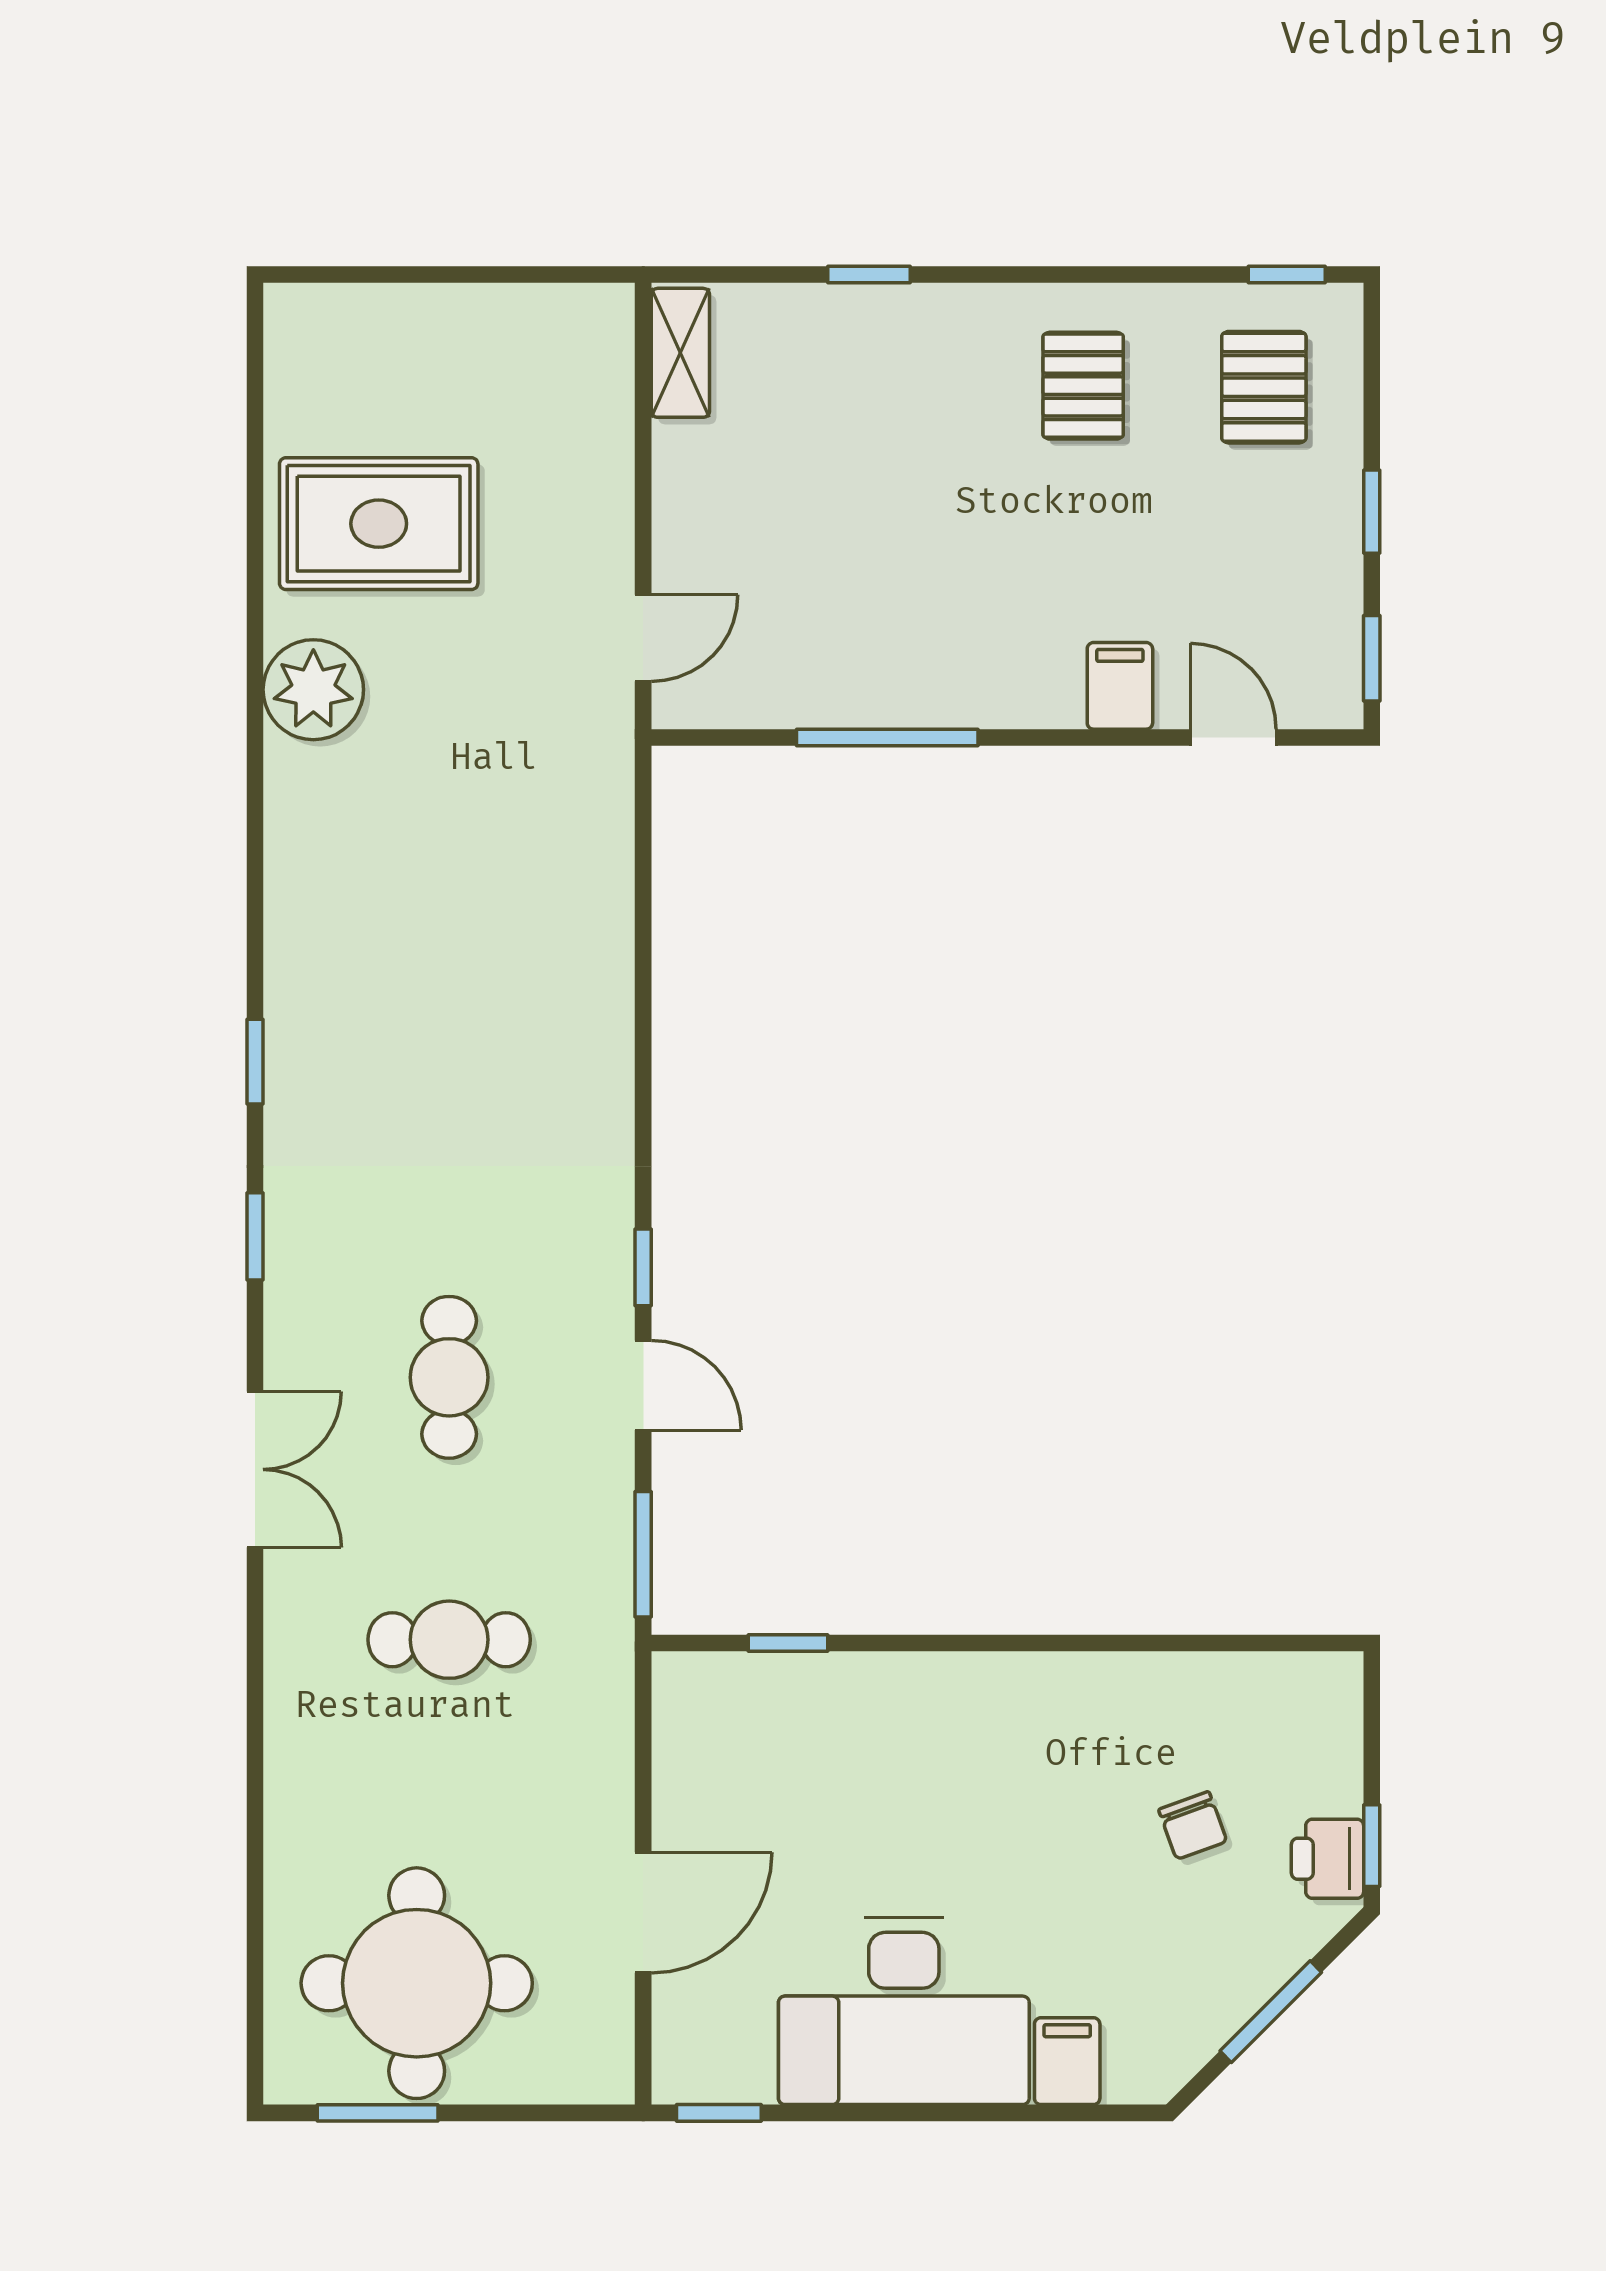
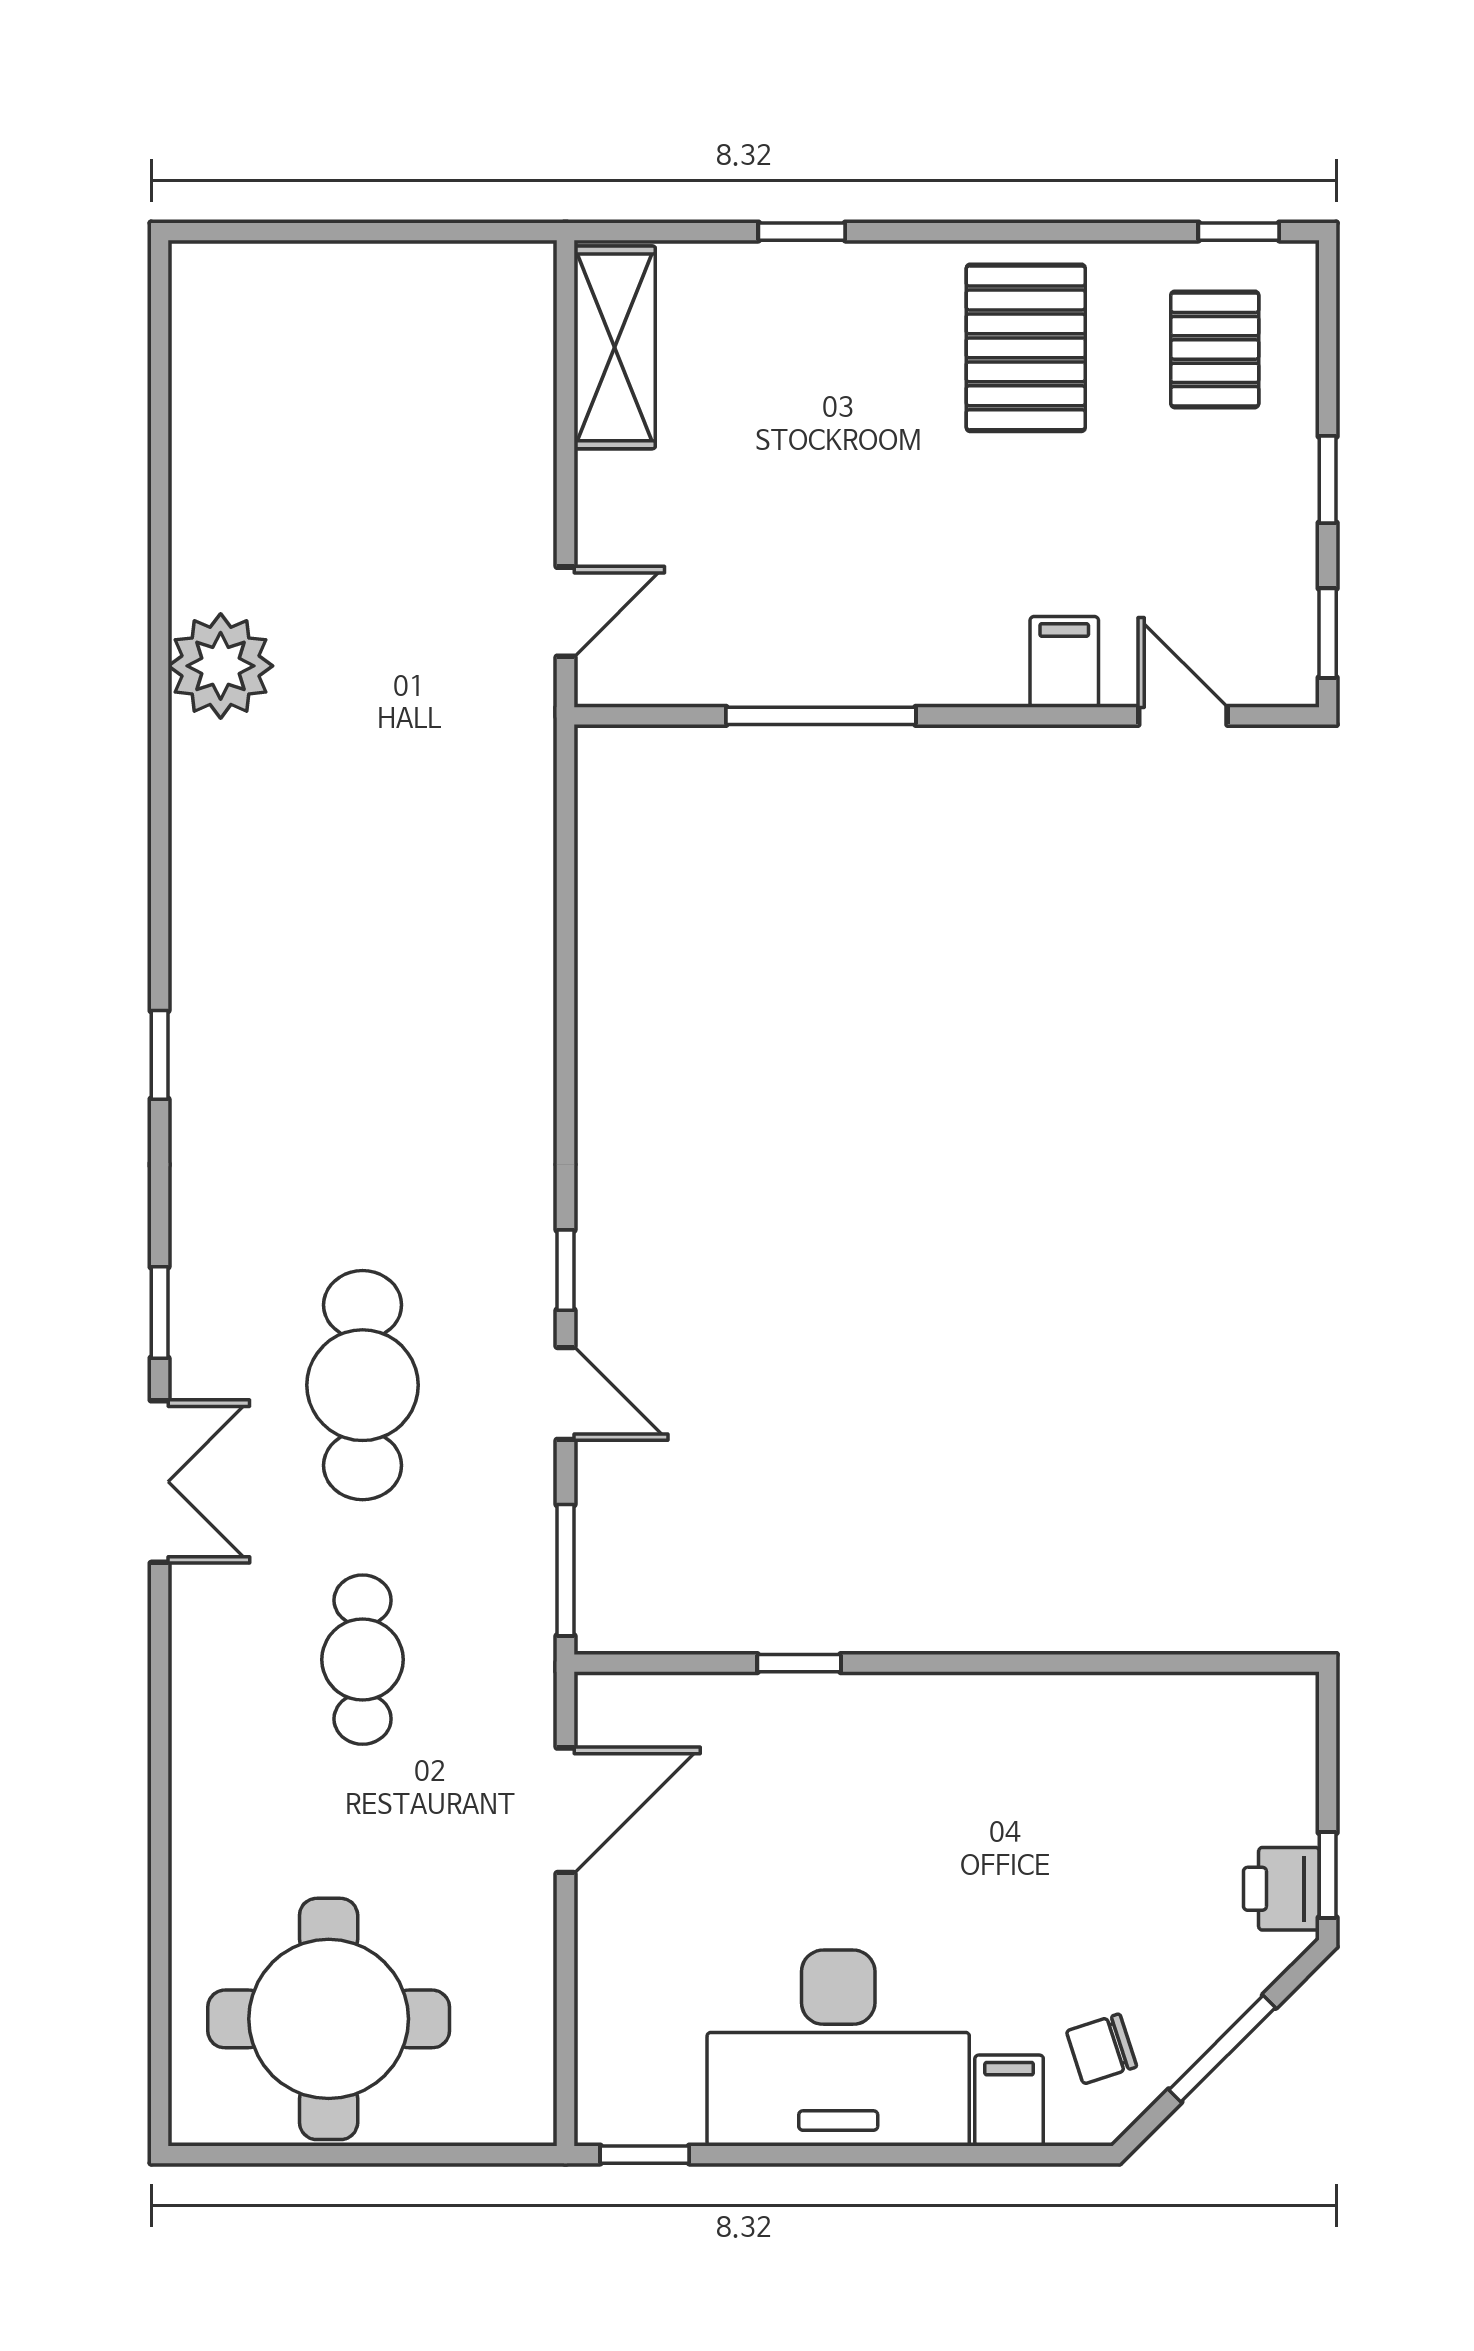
shelving: (680, 353) -> (615, 347), width x1.50, depth x1.33
pallet: (1083, 386) -> (1026, 348), width x1.50, depth x1.42
rug: (379, 524) -> (289, 492), removed
window: (255, 1236) -> (160, 1312), moved
cafe table: (449, 1377) -> (363, 1385), width x1.37, depth x1.35
cafe table: (449, 1640) -> (363, 1660), turned 90
window: (788, 1643) -> (799, 1663), moved
chair: (1193, 1825) -> (1102, 2049), moved, turned 92
door: (643, 1912) -> (566, 1810), moved
window: (378, 2113) -> (288, 2155), removed

